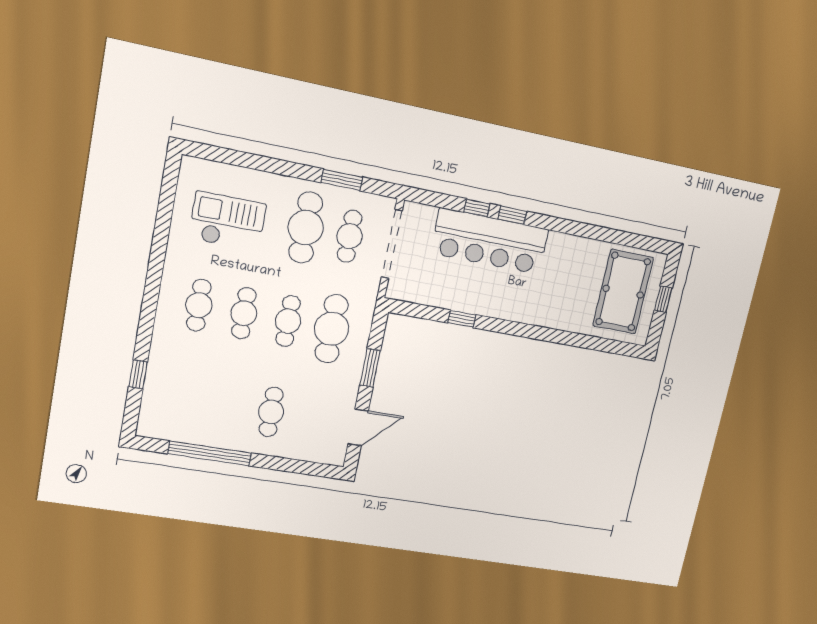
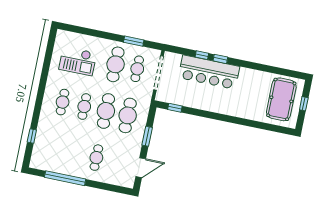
checkout: (227, 221) -> (78, 61), turned 180
window: (462, 319) -> (175, 108), moved
cafe table: (288, 321) -> (106, 111), width x1.37, depth x1.35

